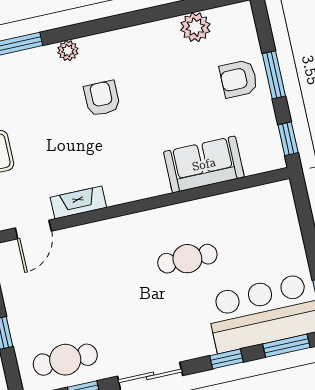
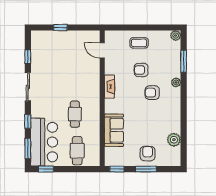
armchair: (102, 98) -> (152, 93), turned 180
armchair: (57, 134) -> (141, 70), added
fireplace: (78, 202) -> (109, 87), moved
cafe table: (65, 360) -> (77, 151), moved

